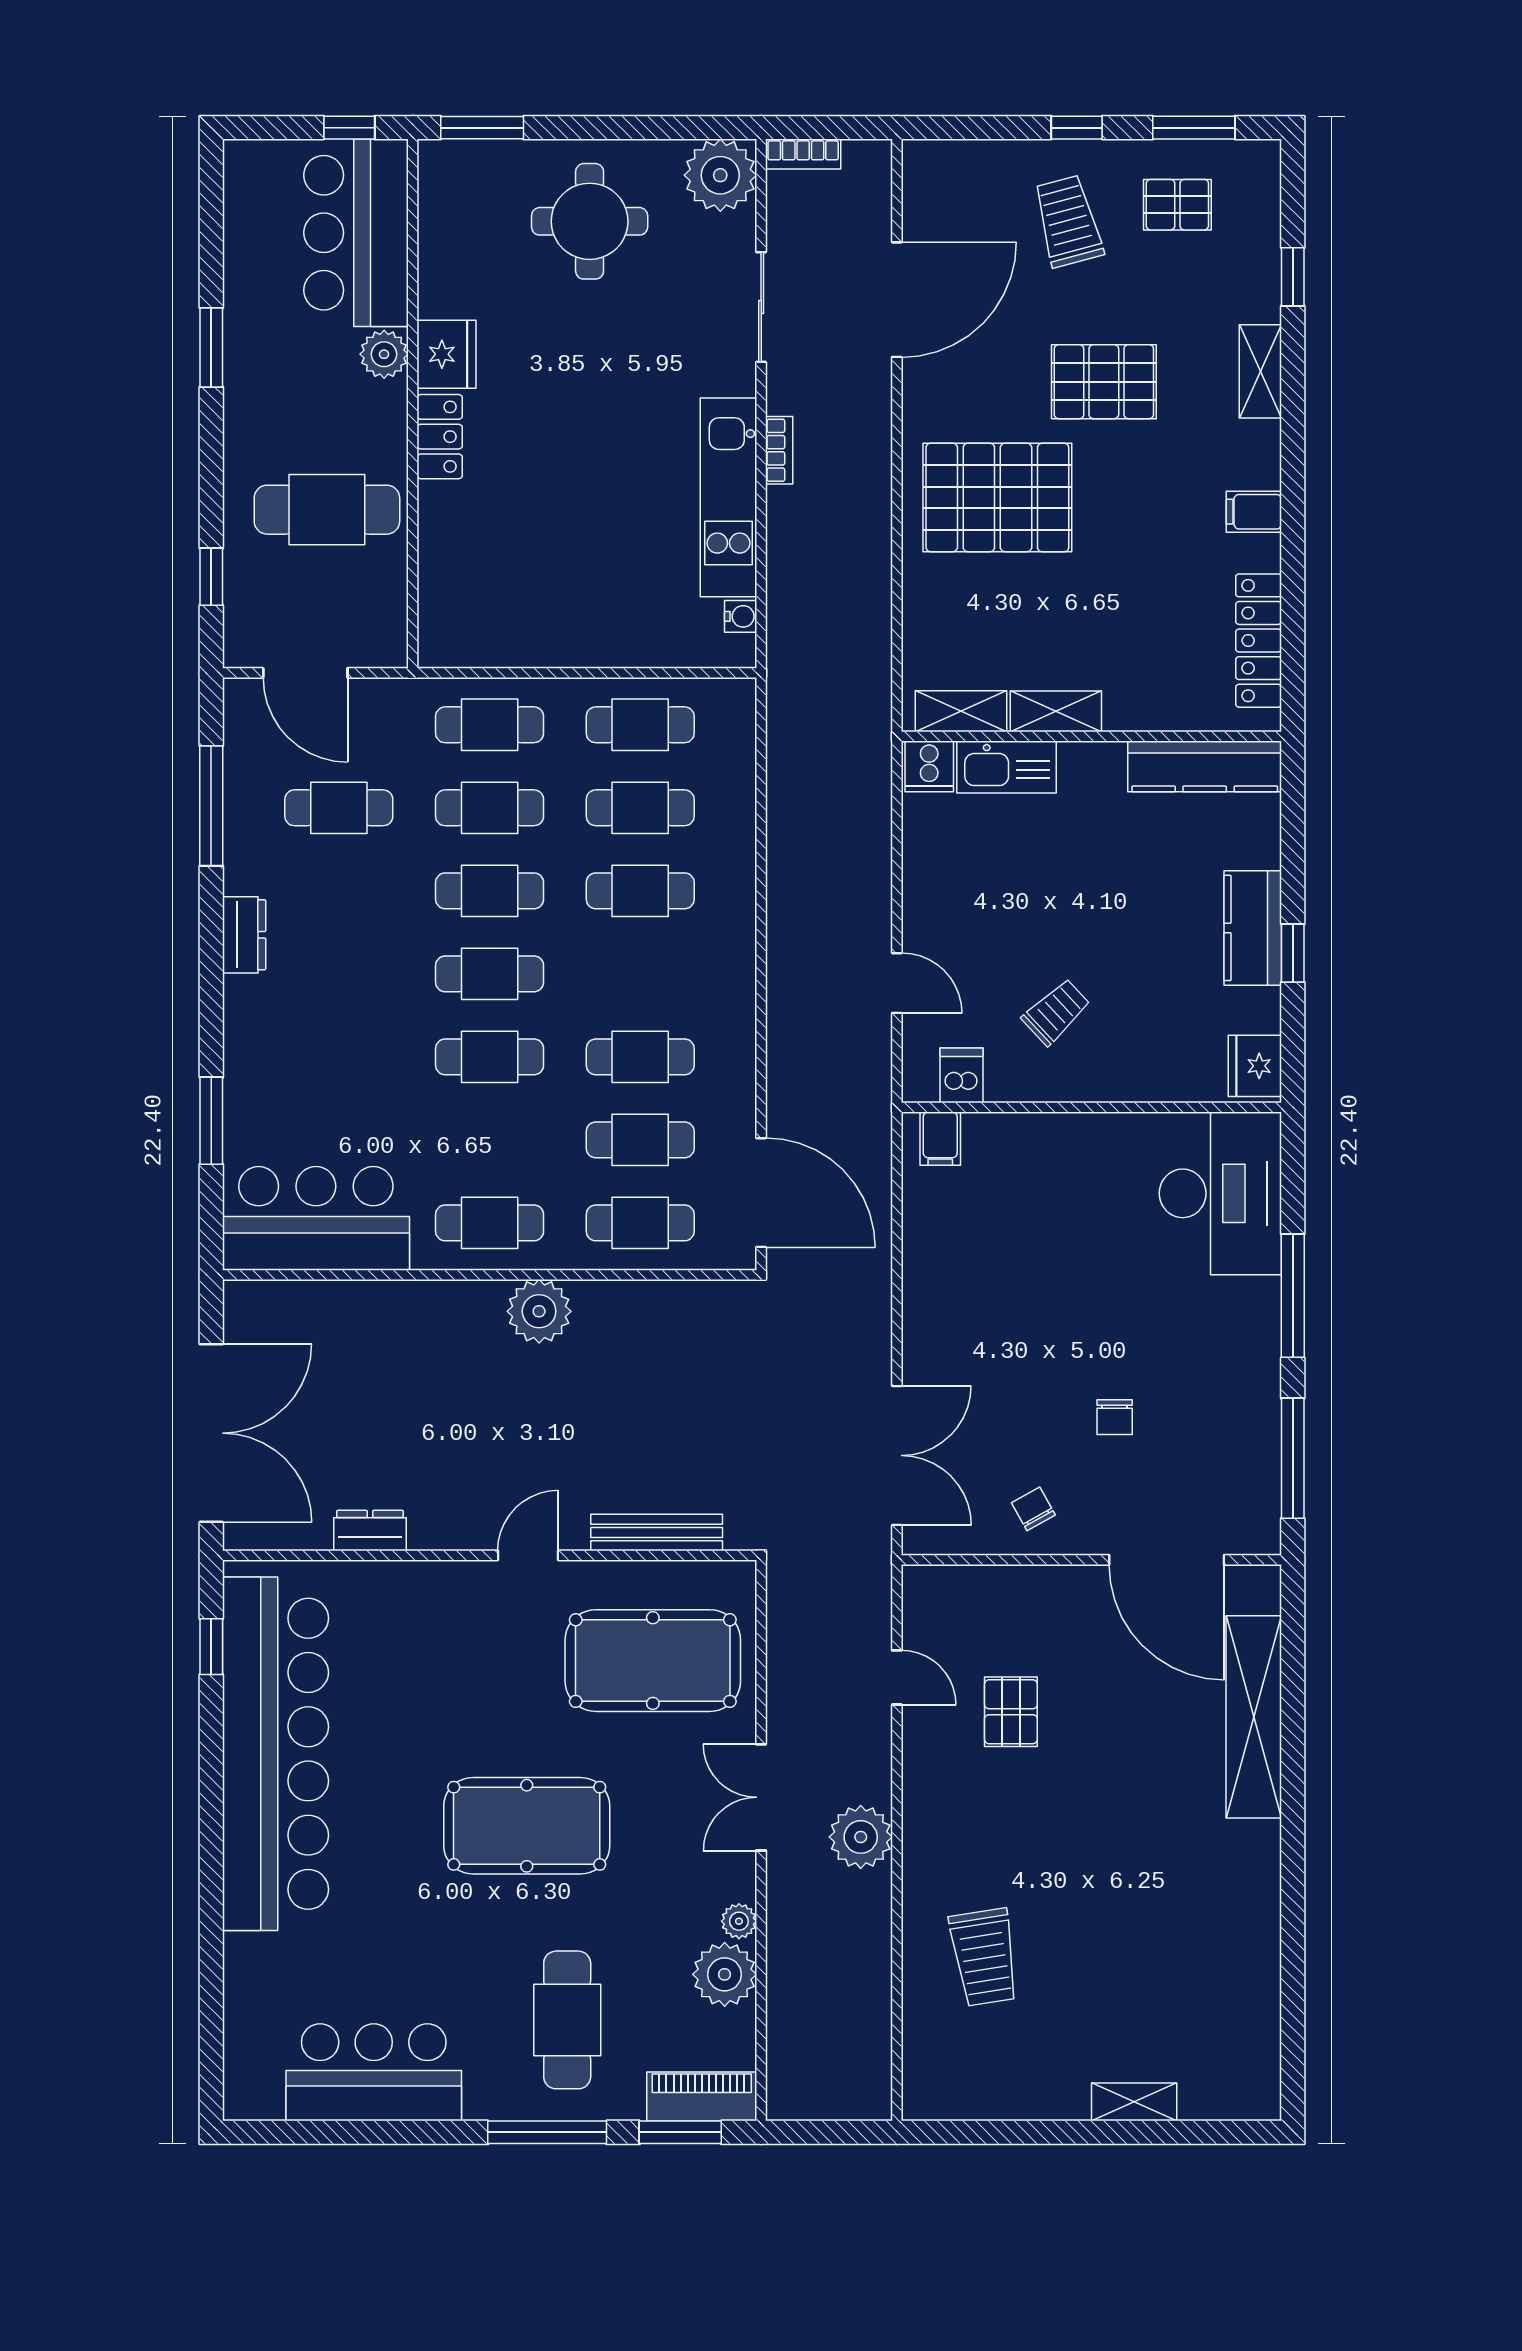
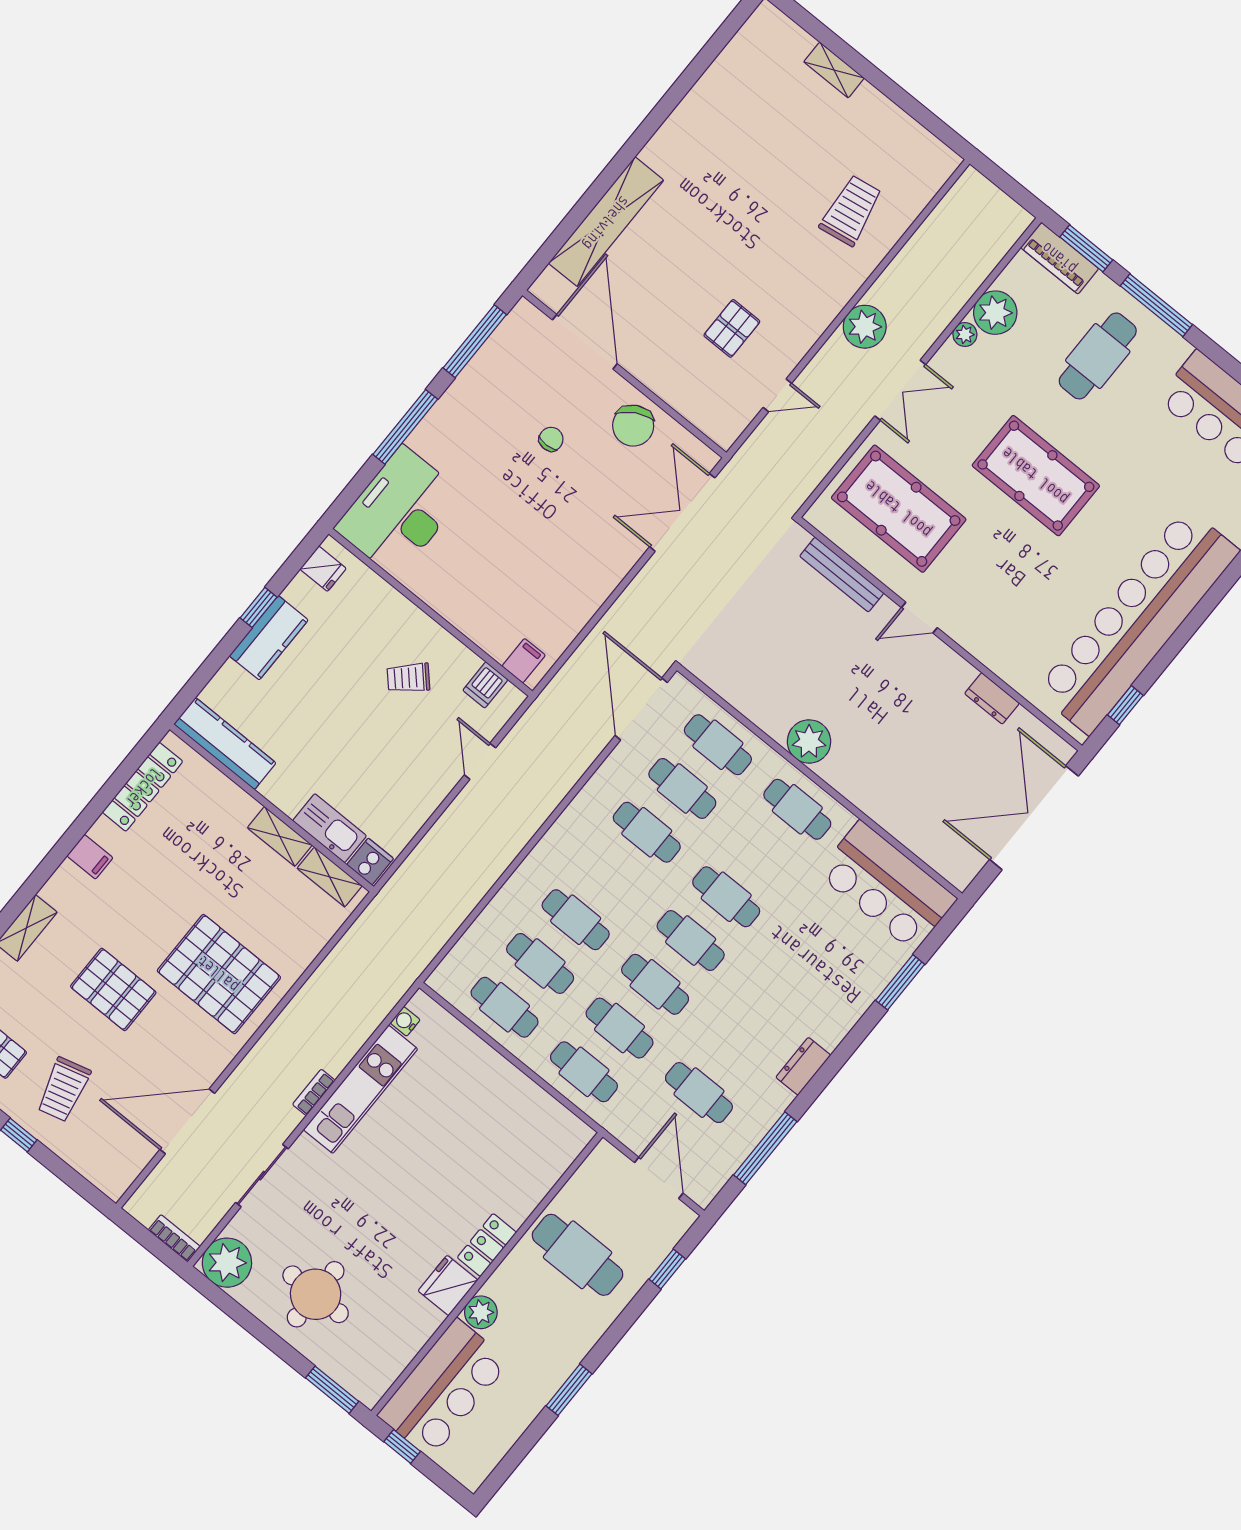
fridge: (1255, 1066) -> (323, 569), width x0.72
chair: (1033, 1509) -> (633, 426), width x1.87, depth x1.87
door: (897, 1677) -> (777, 395), swing flipped

